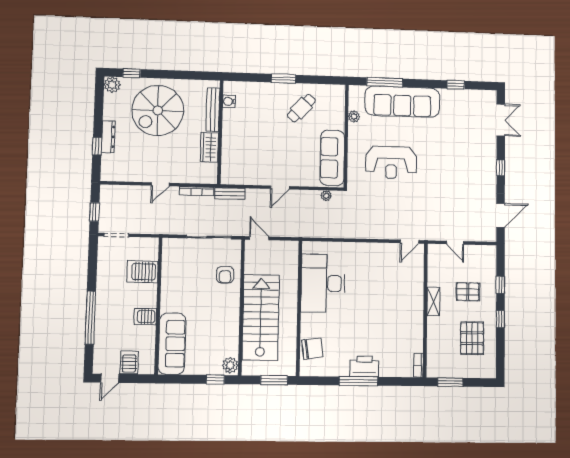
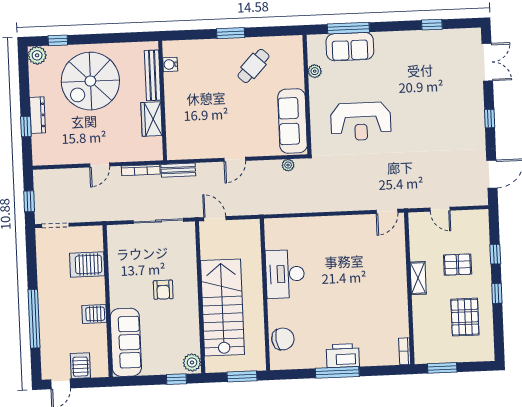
sofa: (402, 102) -> (350, 47), width x0.54, depth x0.79
armchair: (225, 275) -> (163, 290), moved
desk: (323, 283) -> (285, 274), width x0.73, depth x0.77

